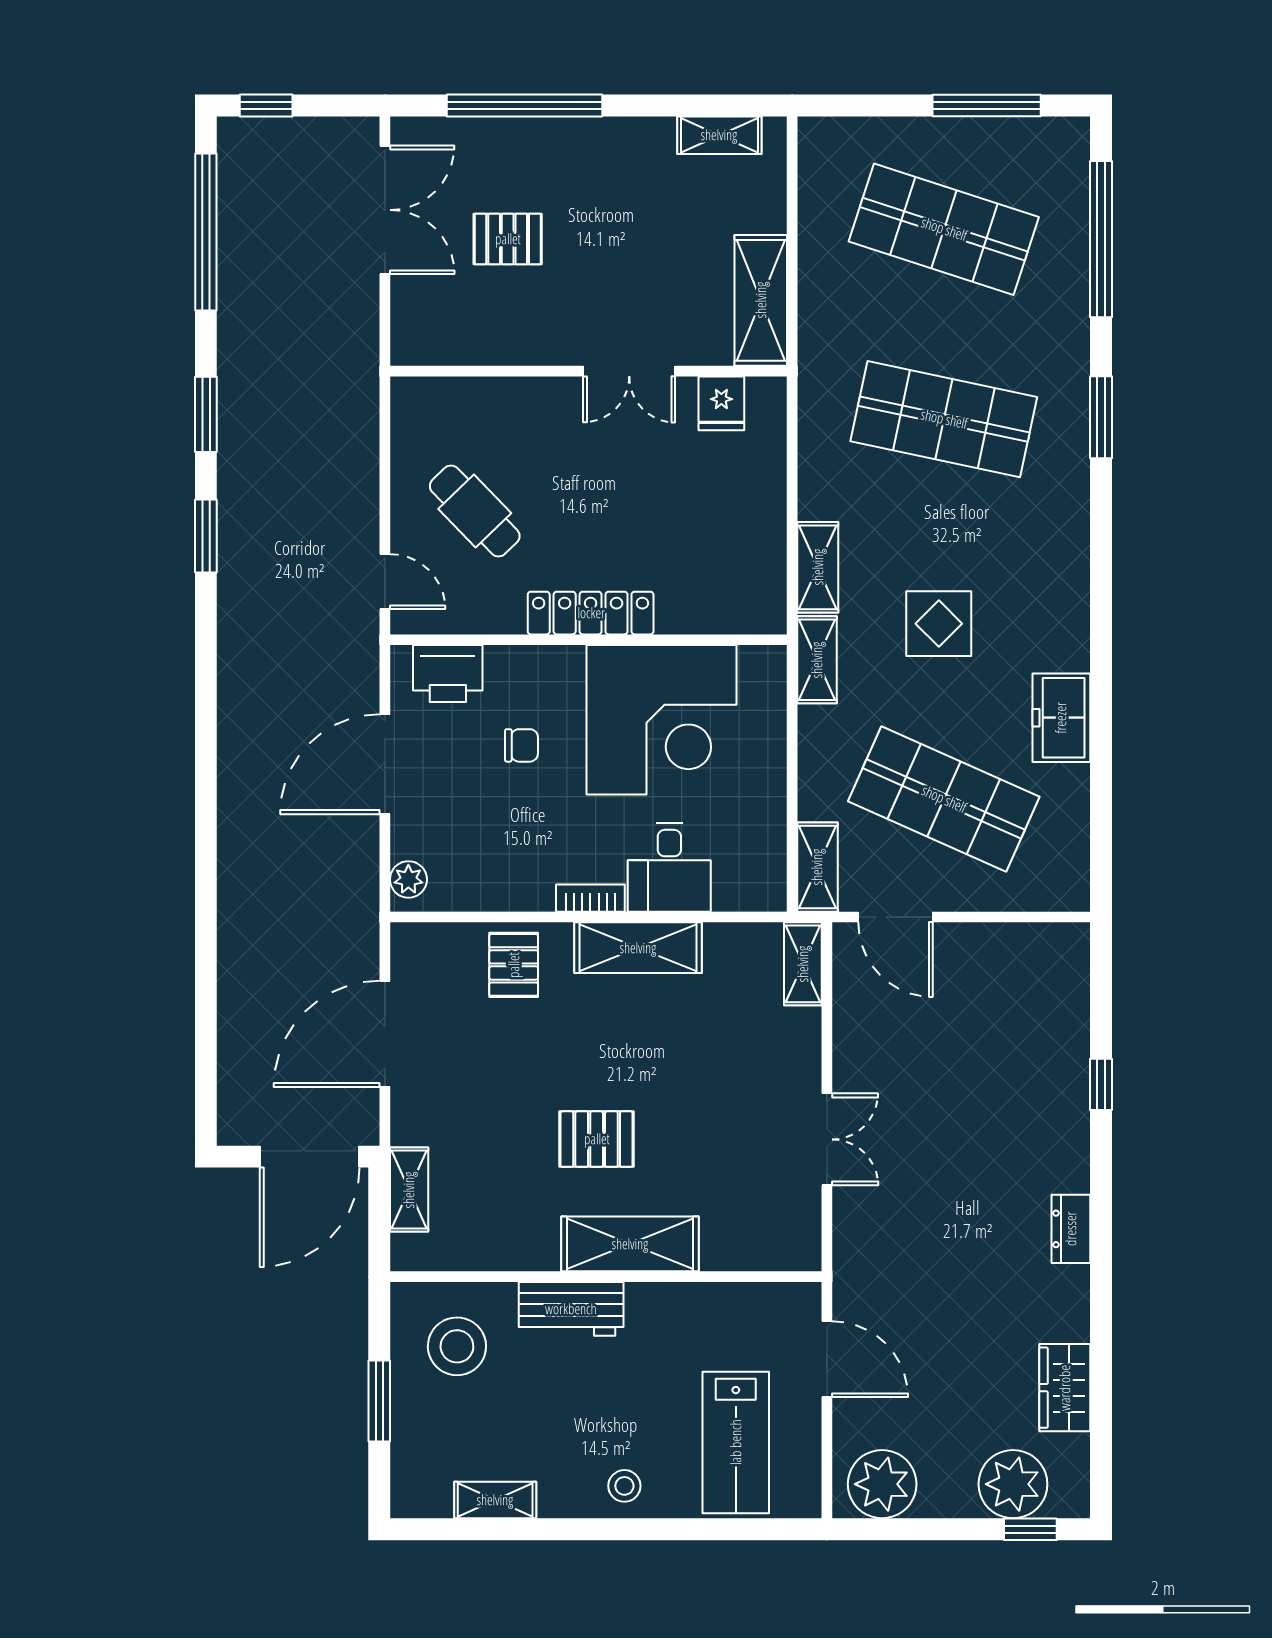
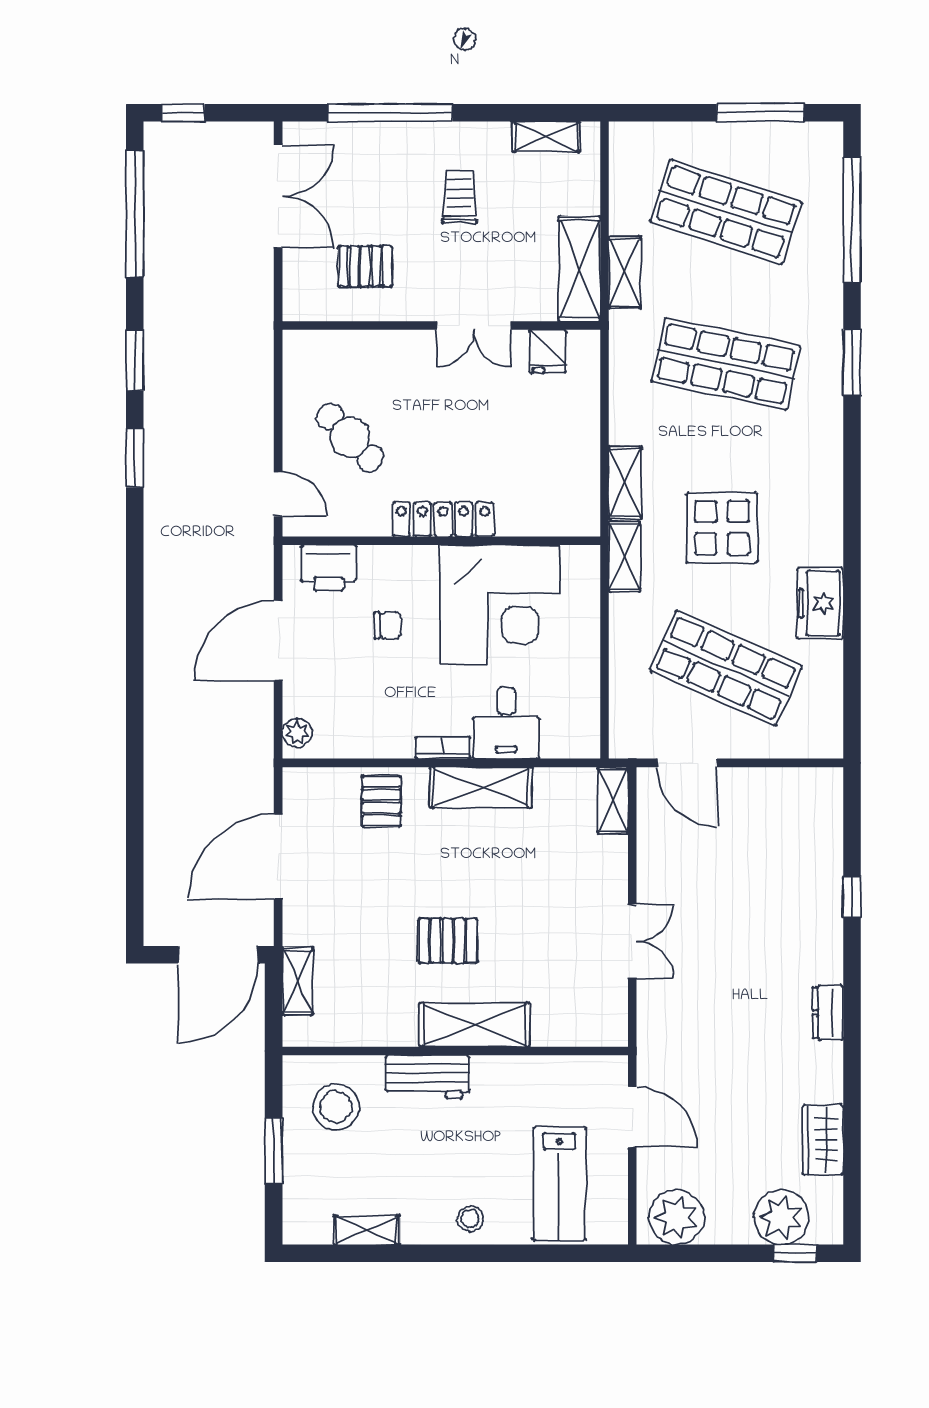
trolley: (611, 211) -> (459, 197), added
pallet: (508, 239) -> (365, 266), moved
display table: (939, 624) -> (722, 528), width x1.36, depth x1.36
shelving: (817, 867) -> (625, 272), moved

